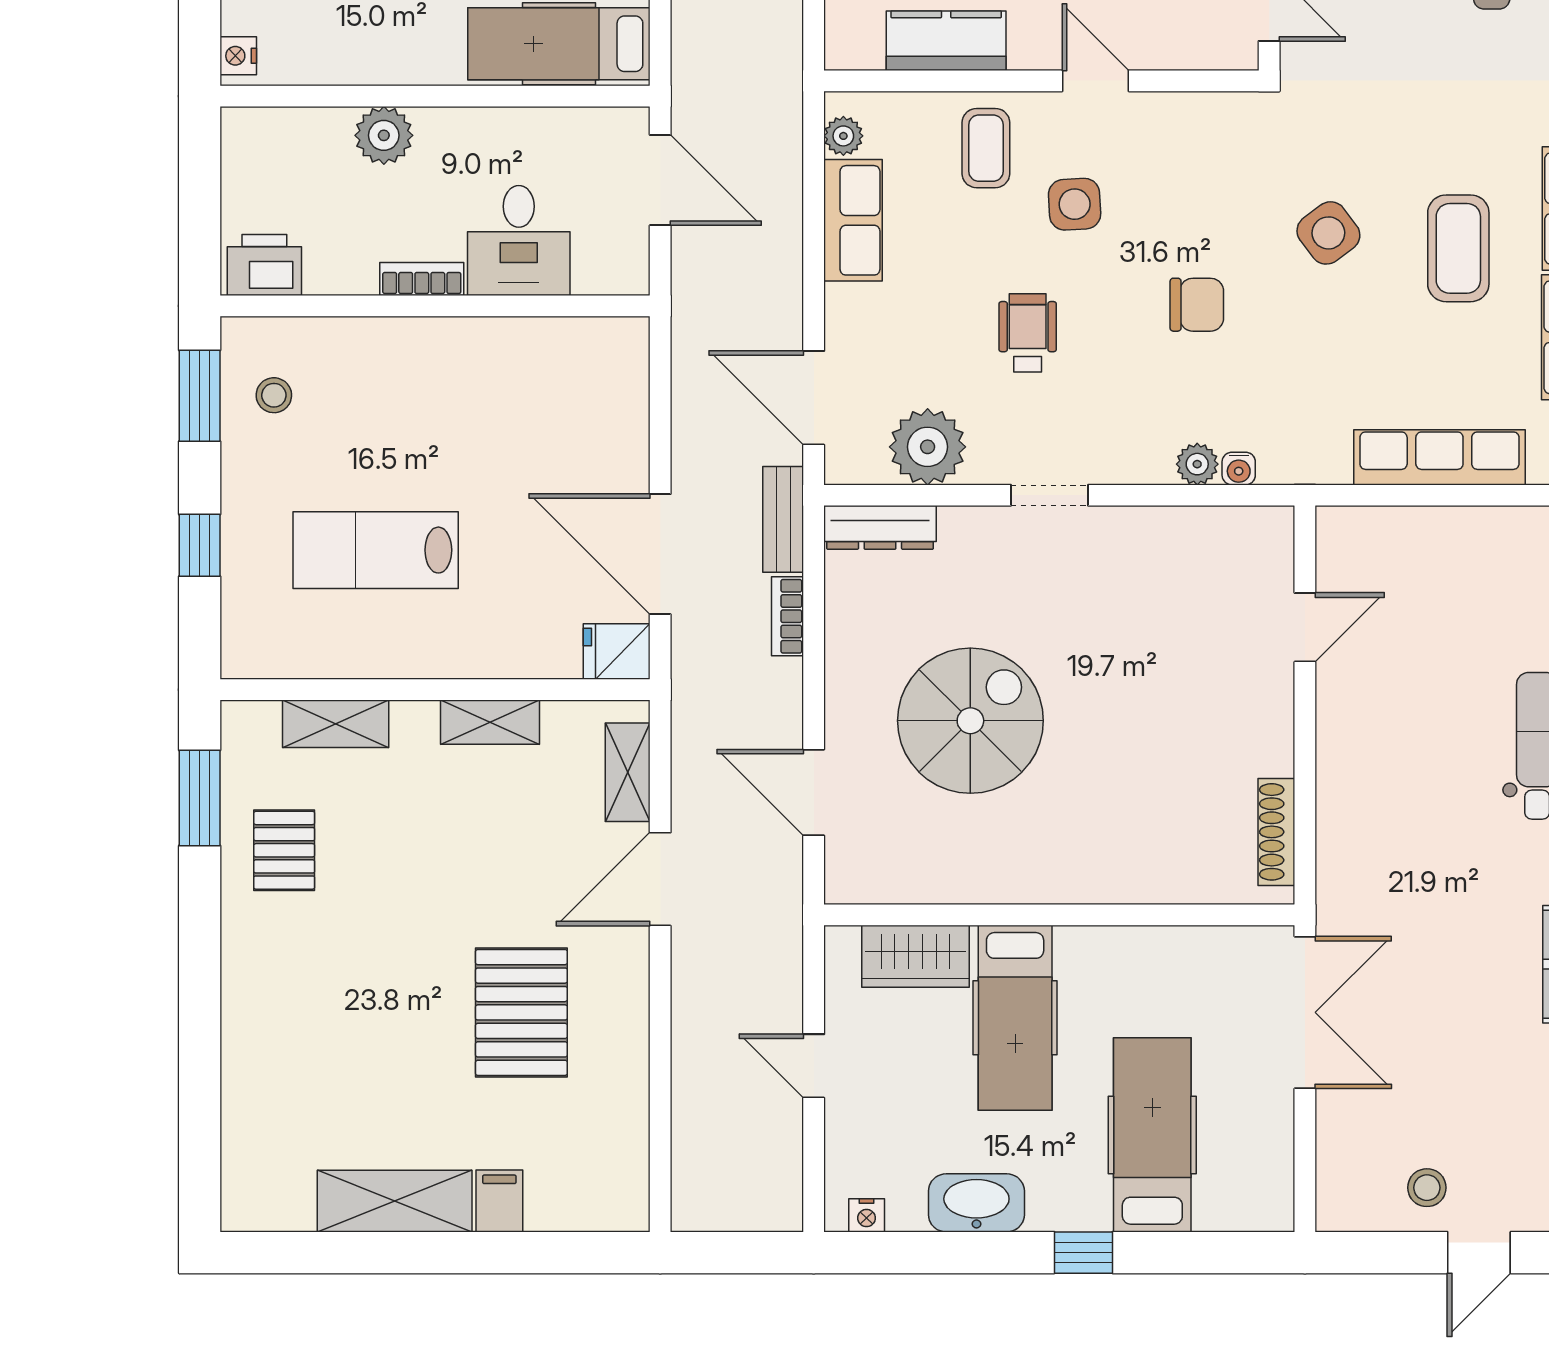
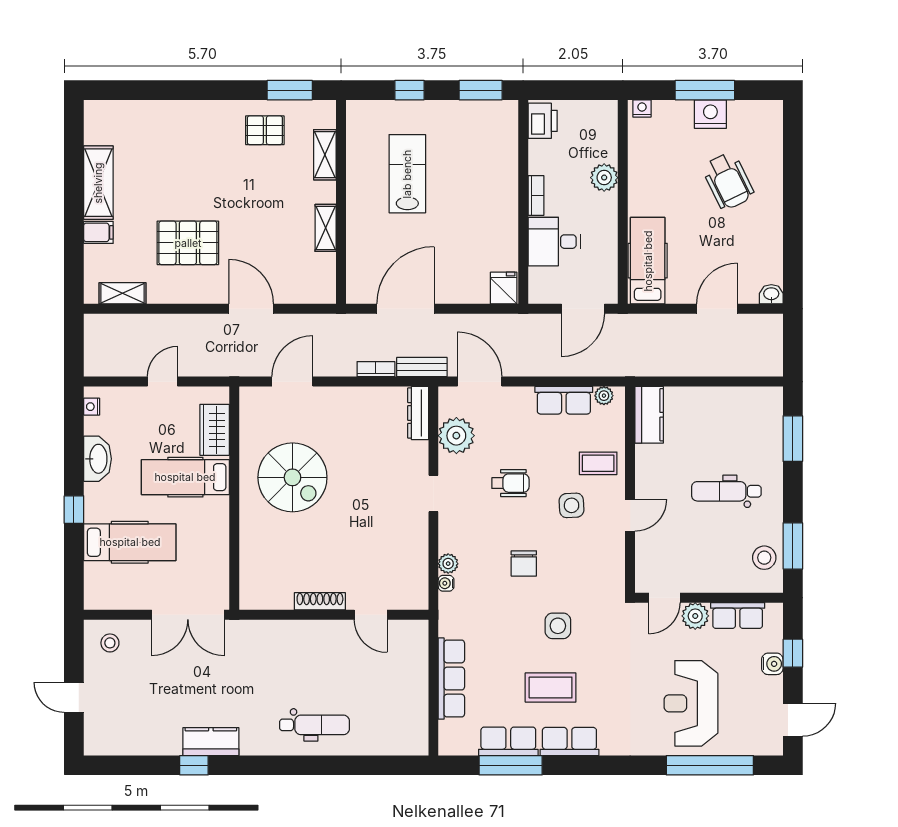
kitchen counter: (946, 41) -> (649, 415), moved
side table: (1328, 233) -> (558, 626), turned 37
stool: (274, 395) -> (481, 125), removed
door: (814, 398) -> (480, 382), hinge flipped
fridge: (617, 652) -> (504, 288), moved
spiral stairs: (970, 721) -> (292, 477), moved
shelving: (628, 772) -> (122, 293), moved
shoe rack: (1276, 832) -> (320, 601), moved
stool: (1427, 1188) -> (110, 643), moved

